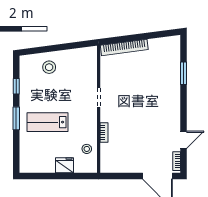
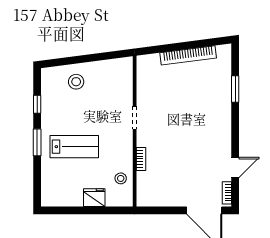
bookcase: (124, 47) -> (188, 55), moved
lab bench: (47, 122) -> (74, 147), turned 180

